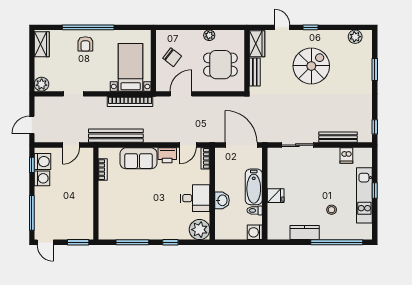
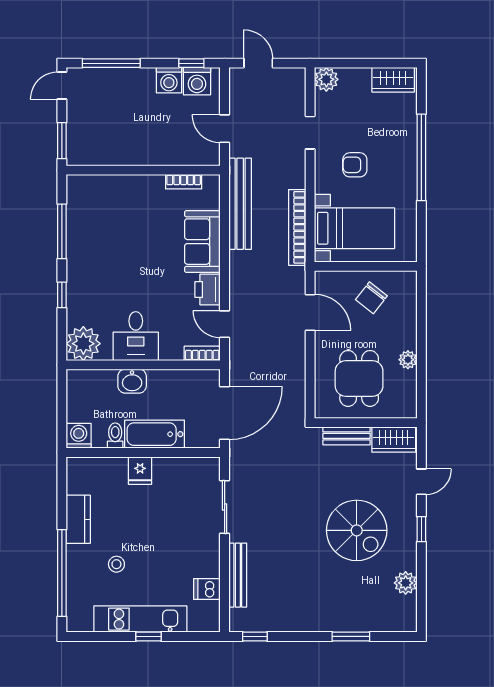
plant: (355, 37) -> (406, 583), moved
armchair: (85, 44) -> (355, 165), moved

